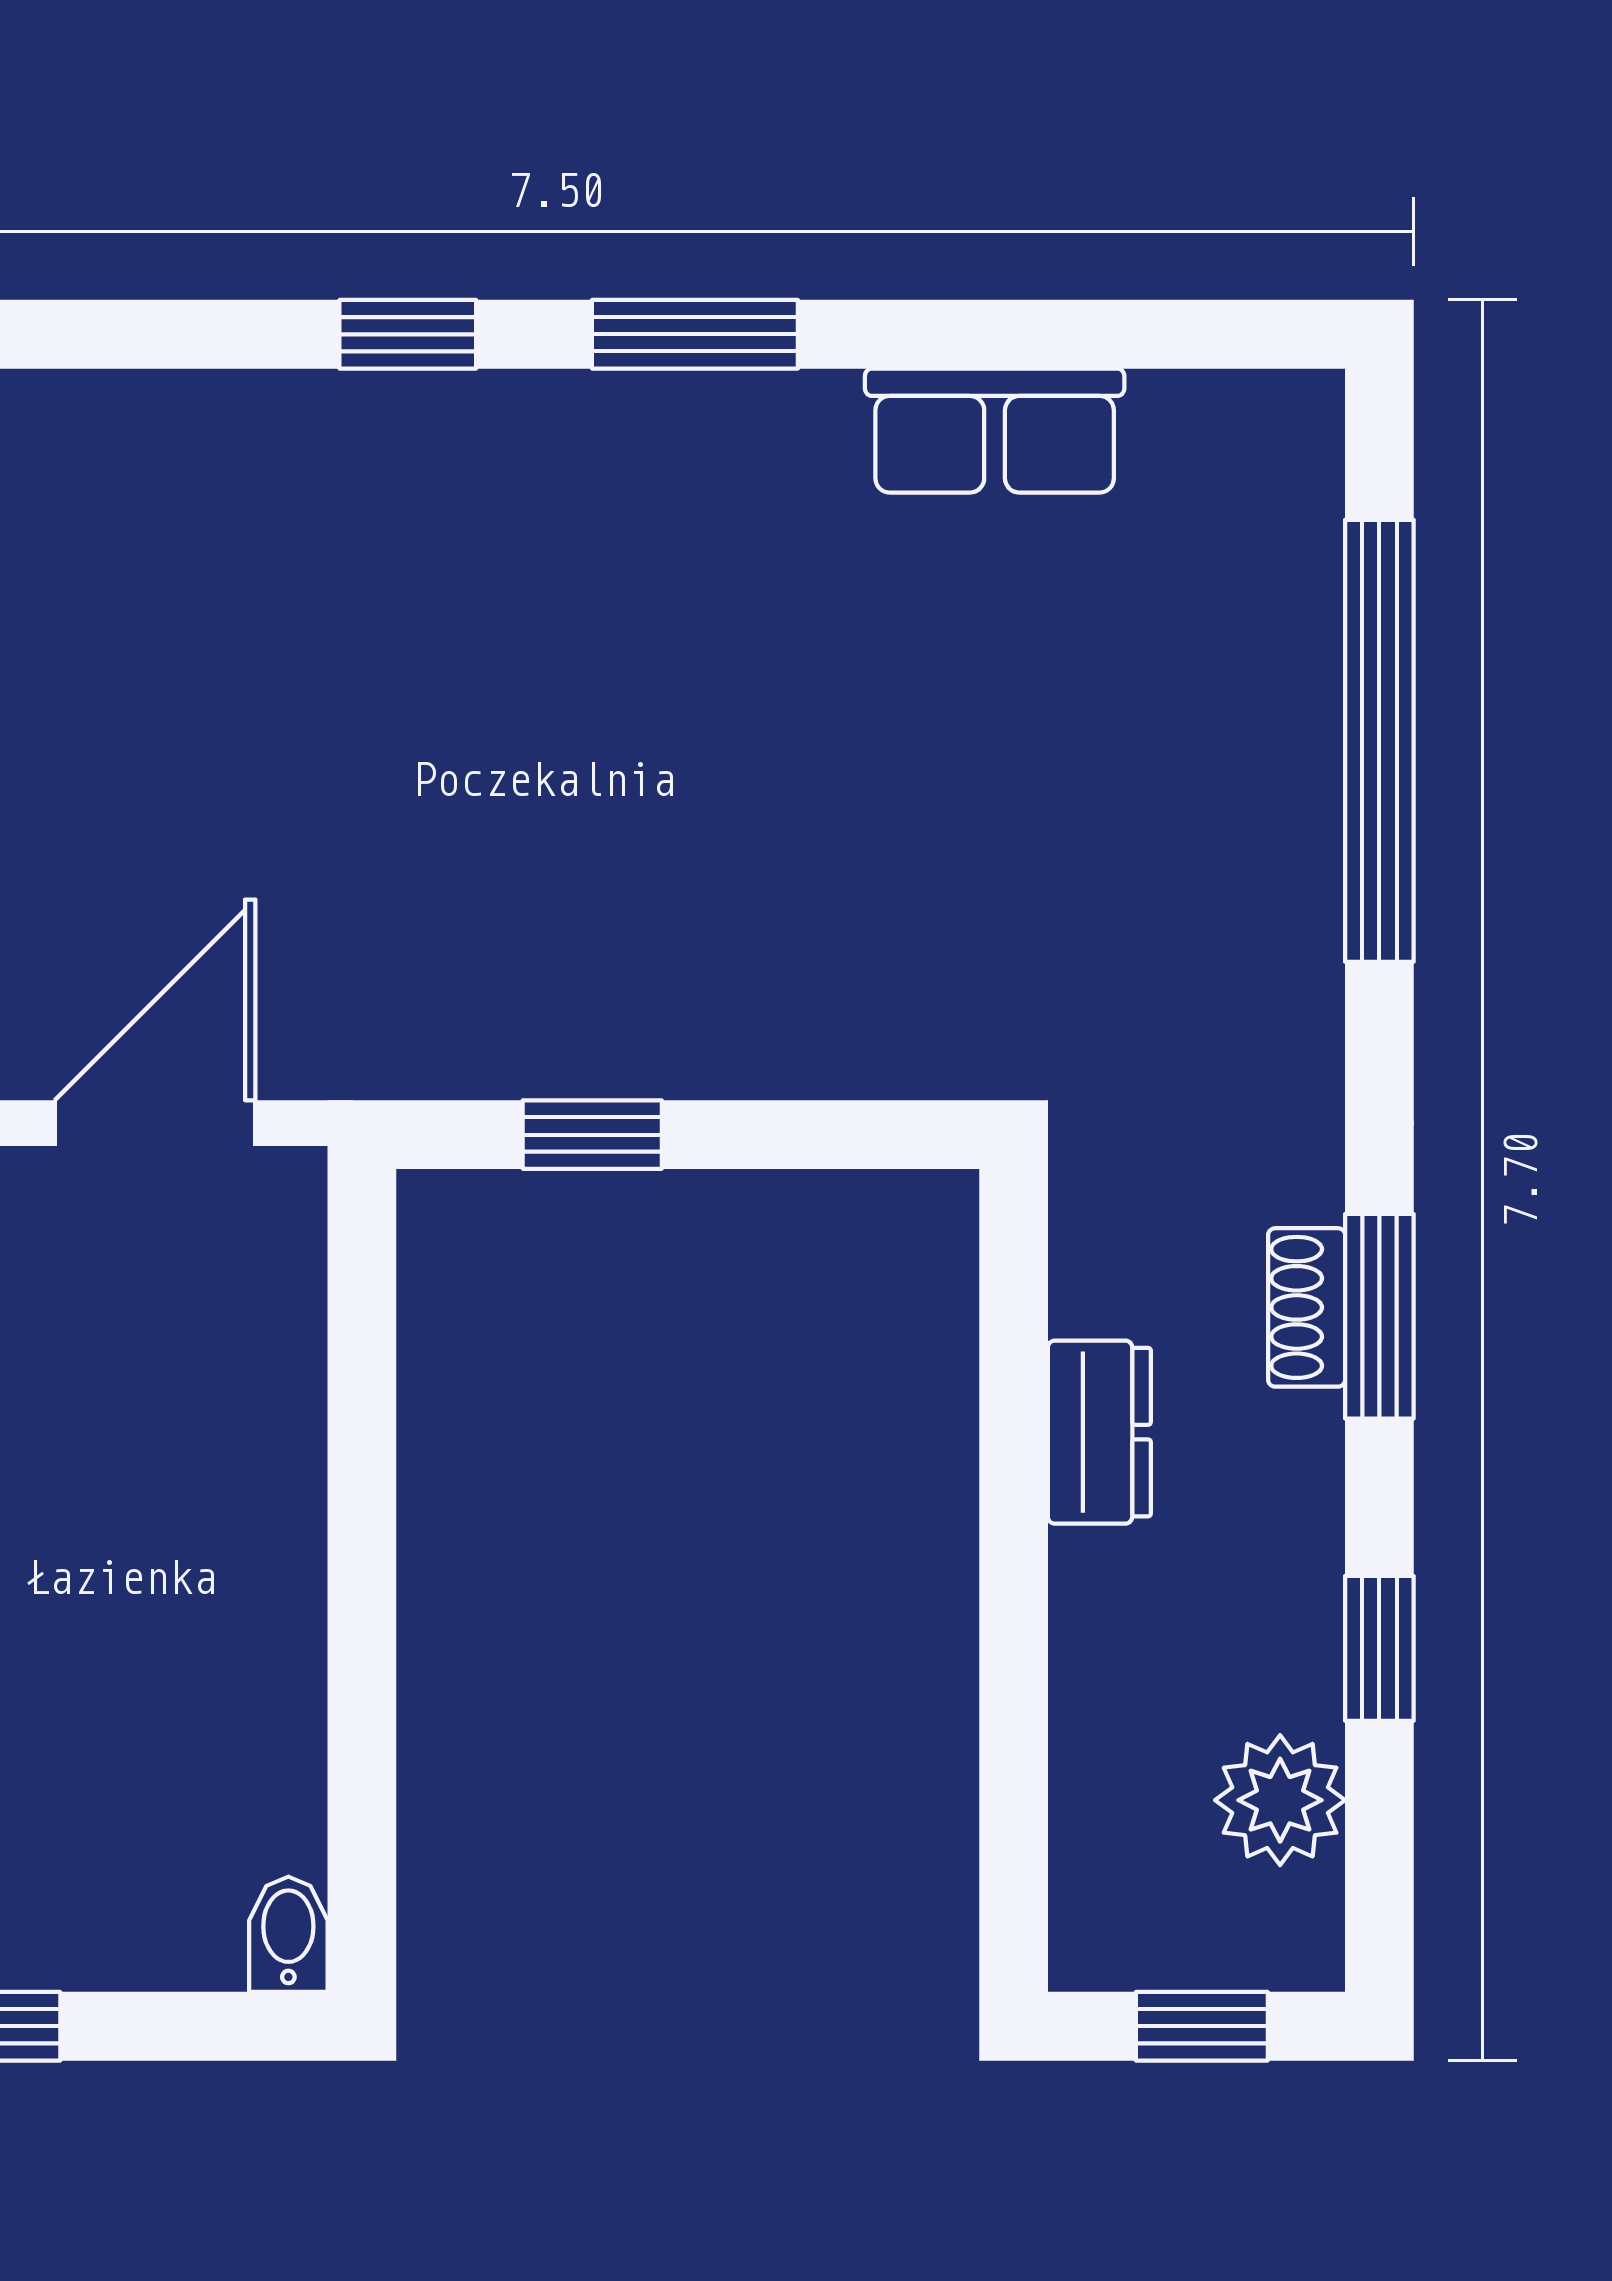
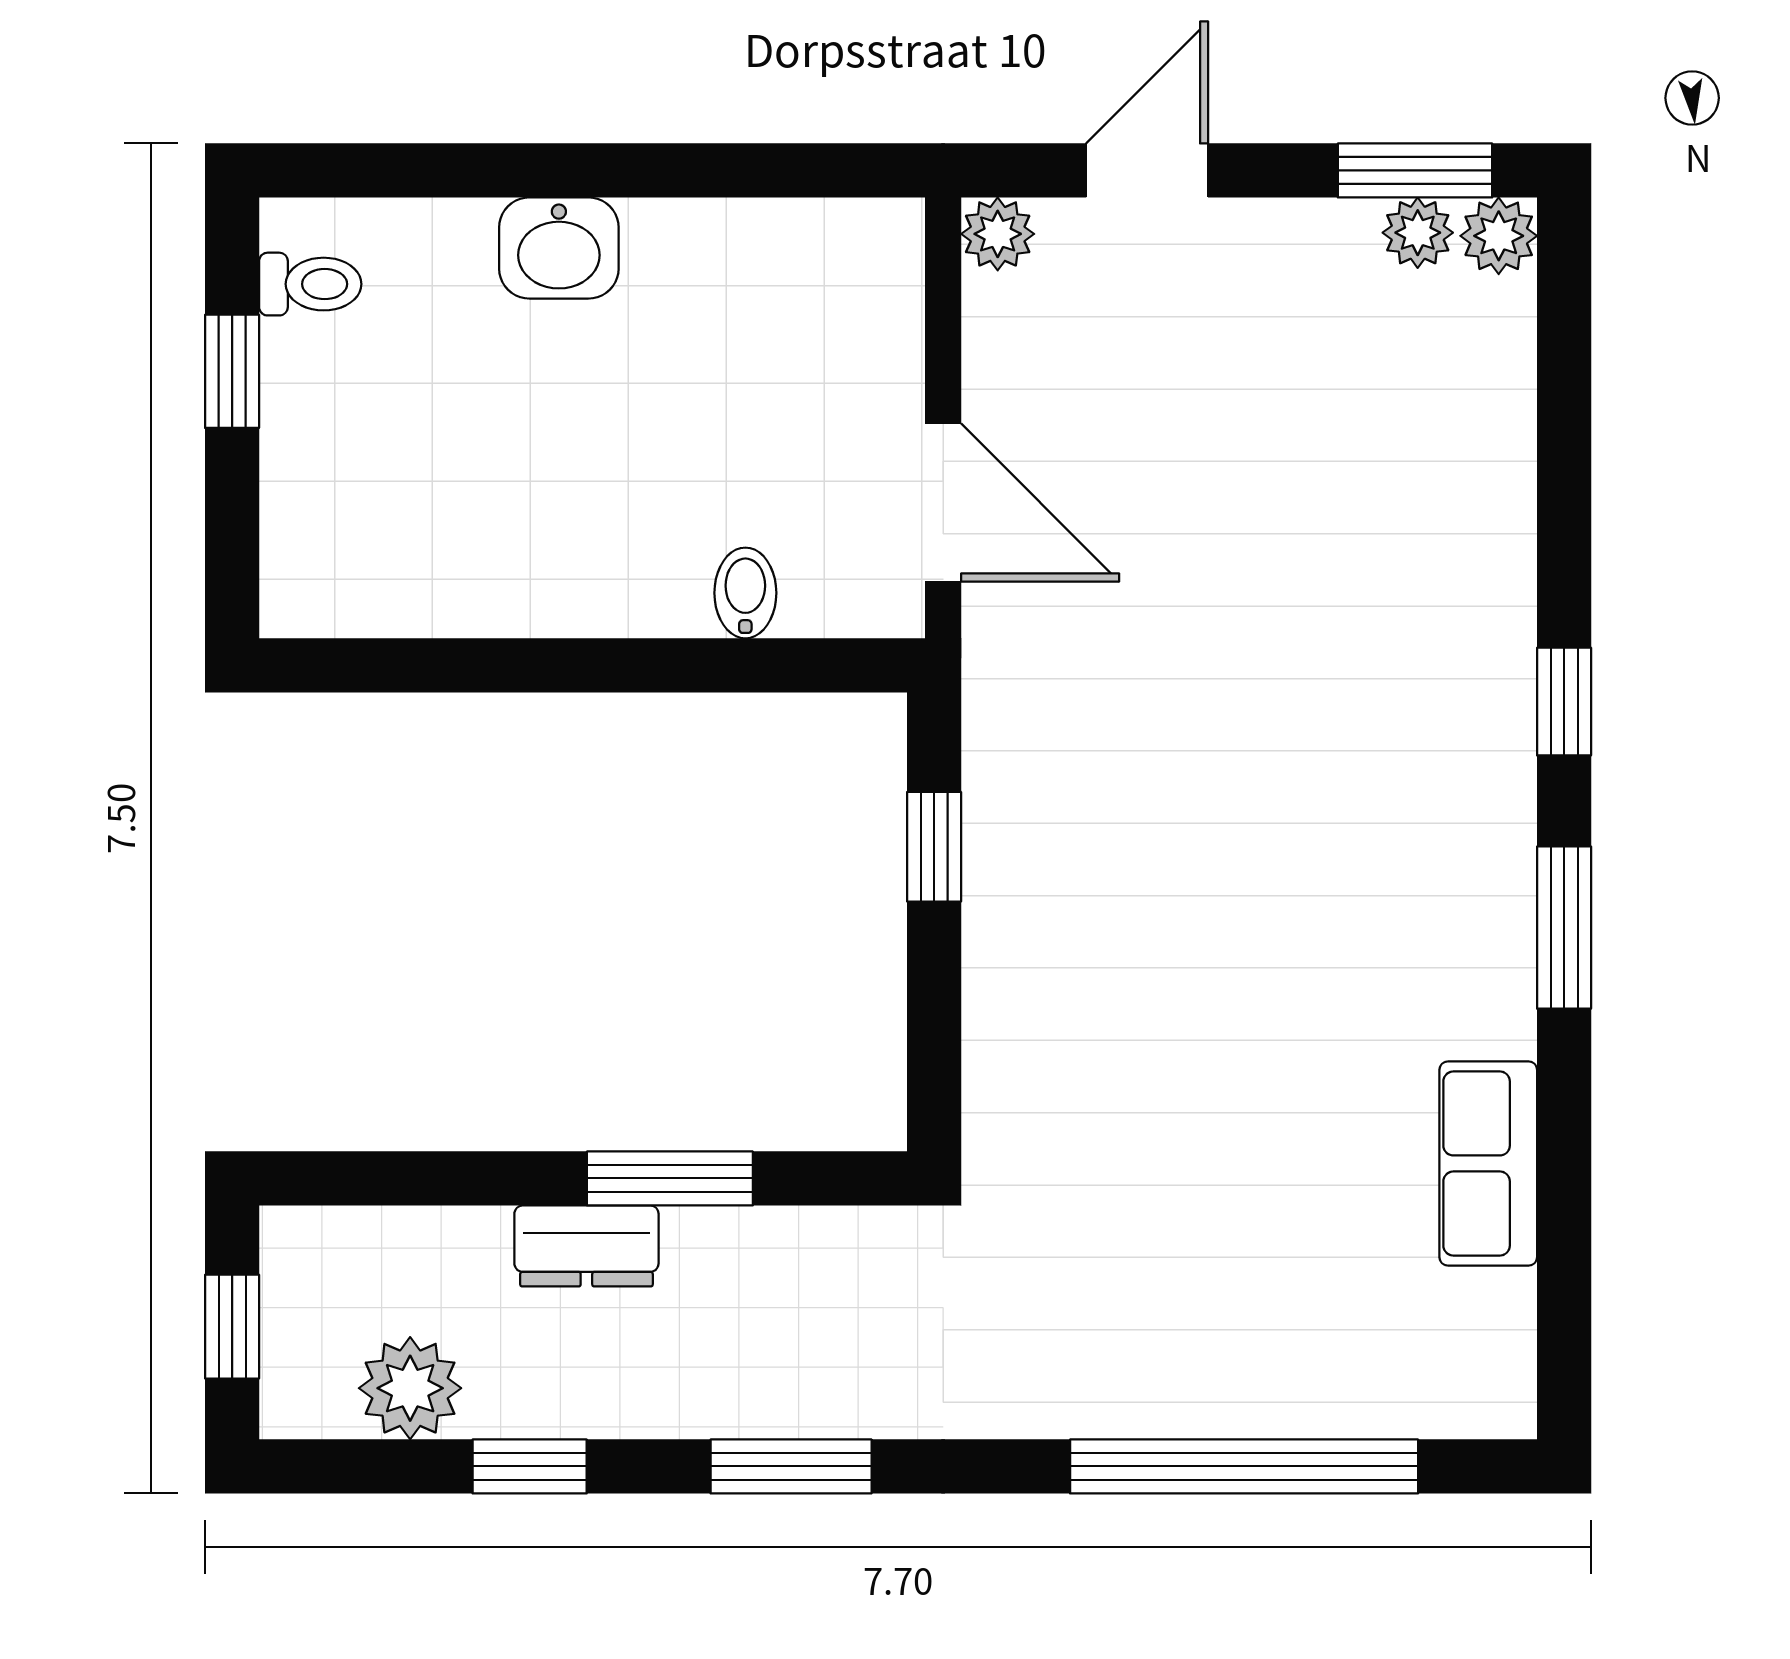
shoe rack: (1307, 1307) -> (798, 1409), removed
dresser: (1099, 1432) -> (586, 1246), moved
window: (1014, 1470) -> (670, 1178), added
bidet: (288, 1934) -> (745, 593), moved, turned -90

